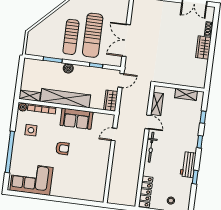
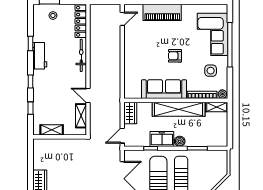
freezer: (85, 73) -> (162, 139), added
sofa: (76, 119) -> (164, 89), width x1.36
door: (114, 134) -> (122, 19), moved
bicycle: (151, 147) -> (81, 55), moved
corner sofa: (31, 179) -> (212, 34), moved, turned 90
piano: (69, 190) -> (162, 12), added

